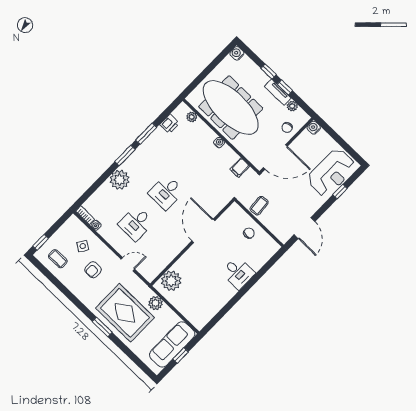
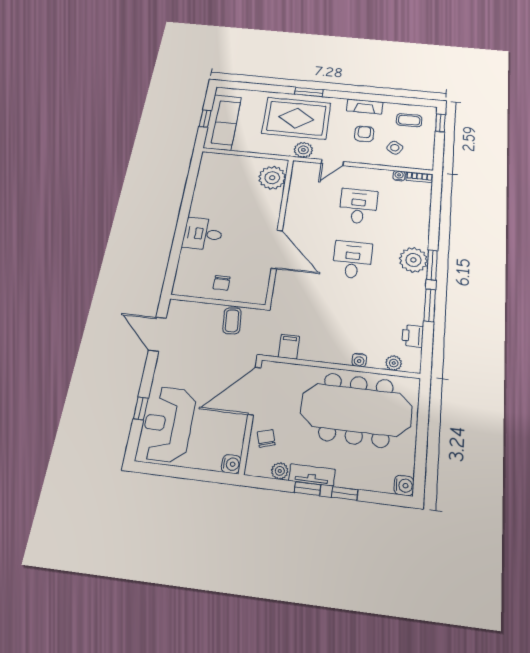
water cooler: (219, 143) -> (359, 360), moved
plant: (120, 180) -> (413, 260), moved
fireplace: (77, 289) -> (365, 106), added
plant: (155, 303) -> (303, 150), moved

